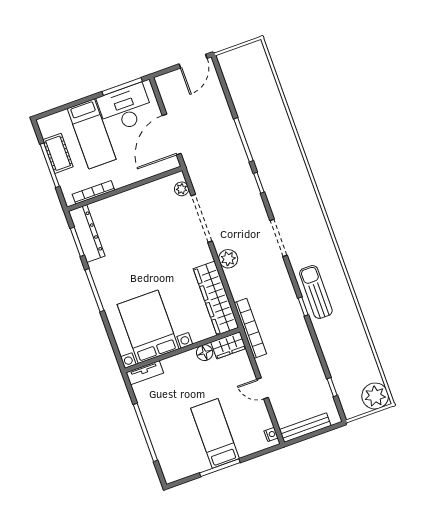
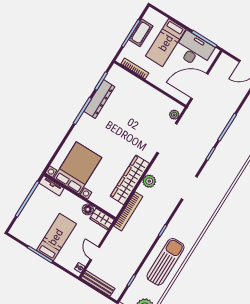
dresser: (87, 234) -> (99, 99), moved
plant: (228, 259) -> (149, 181), moved
sun lounger: (316, 292) -> (166, 262), moved, width x1.36, depth x1.34
bed with nightstands: (148, 327) -> (78, 168), moved
wardrobe: (228, 345) -> (102, 219), moved
wall: (182, 350) -> (80, 196), moved
floor lamp: (205, 353) -> (88, 209), moved
tv unit: (145, 373) -> (51, 186), moved
door: (263, 388) -> (95, 253), moved

